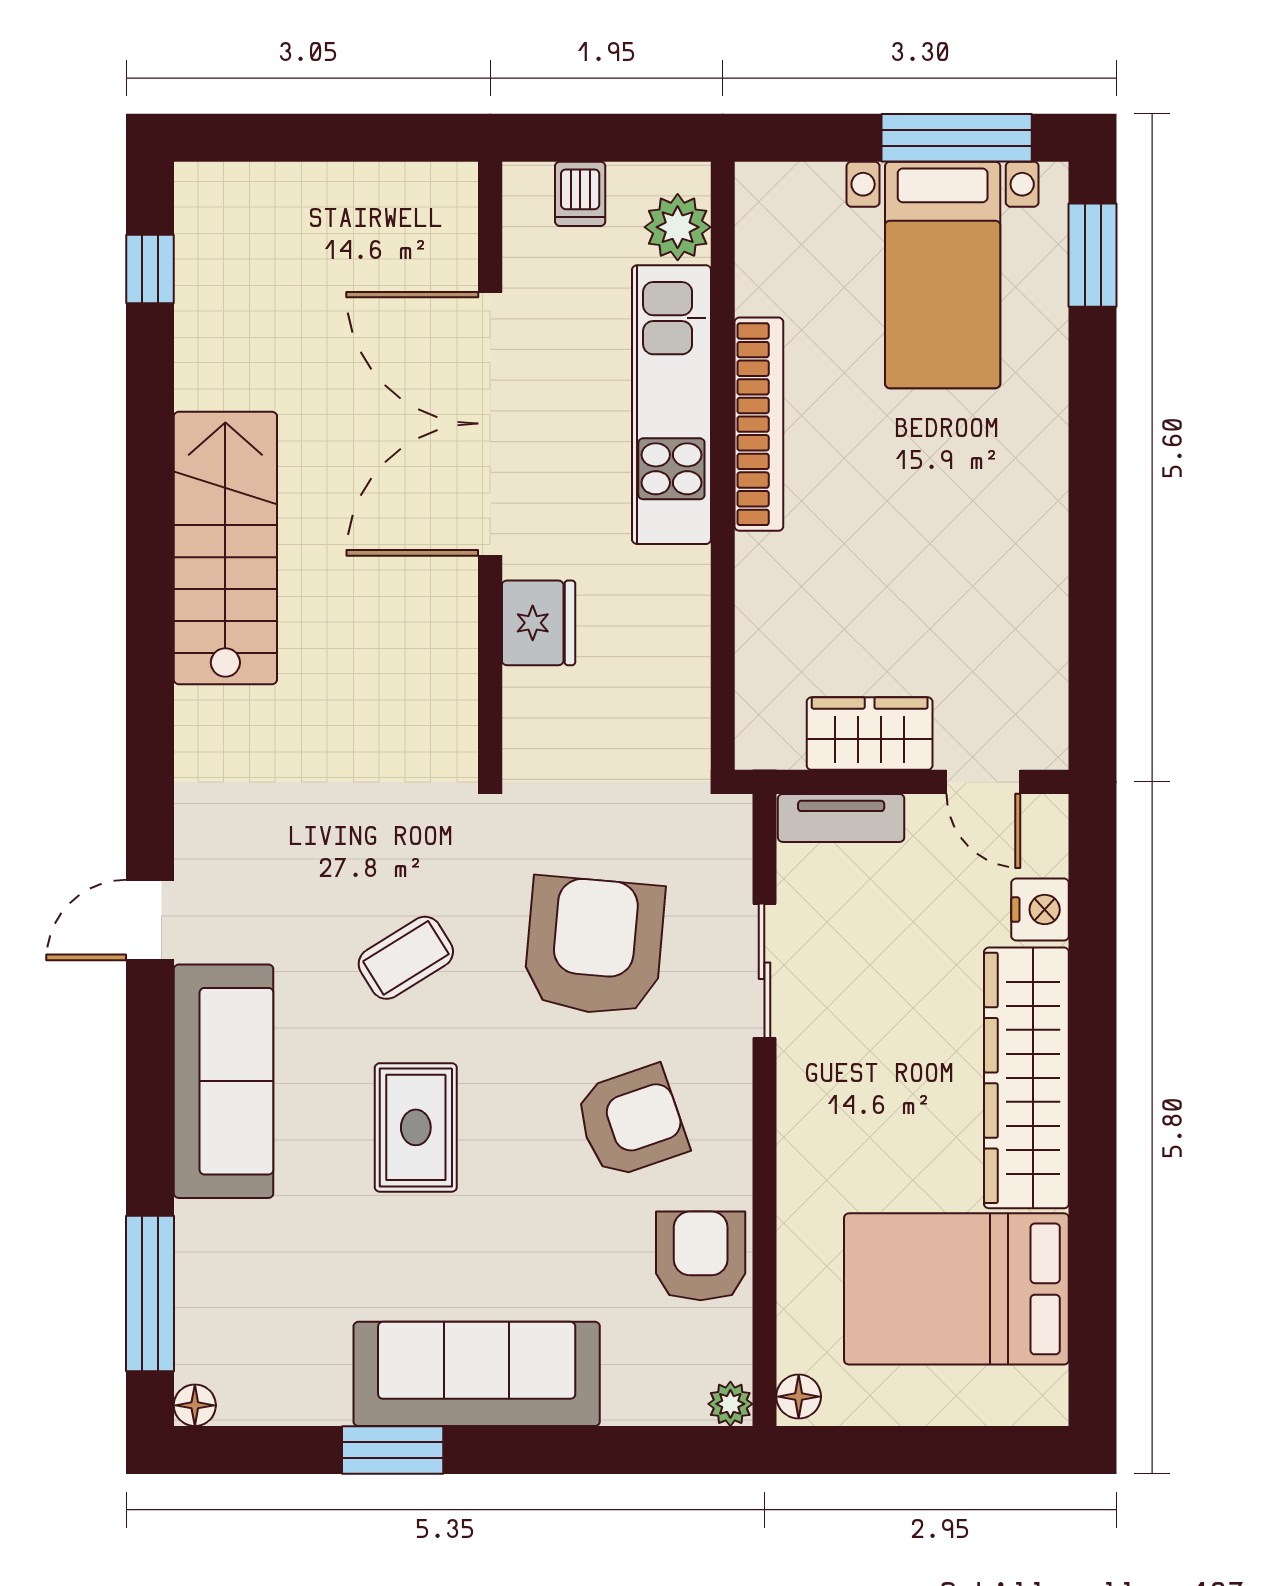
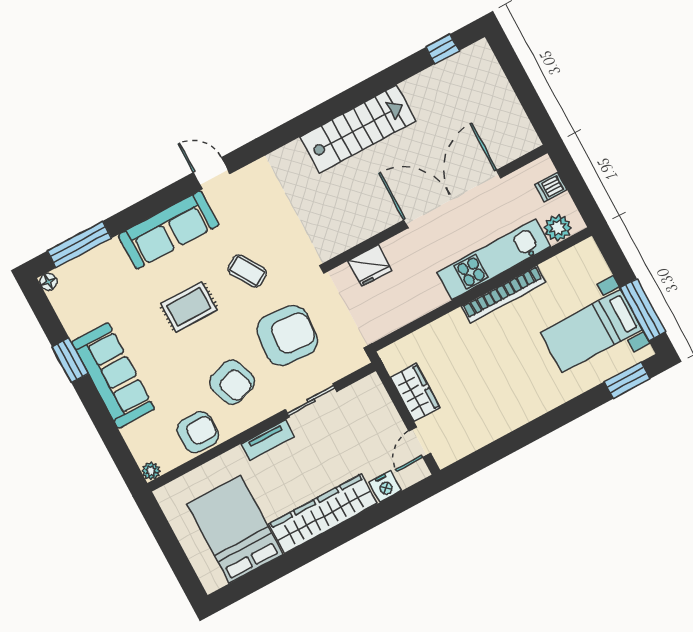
fridge: (539, 623) -> (370, 266), moved
tv unit: (841, 818) -> (268, 440), moved, turned -90
floor lamp: (799, 1397) -> (167, 494), removed

